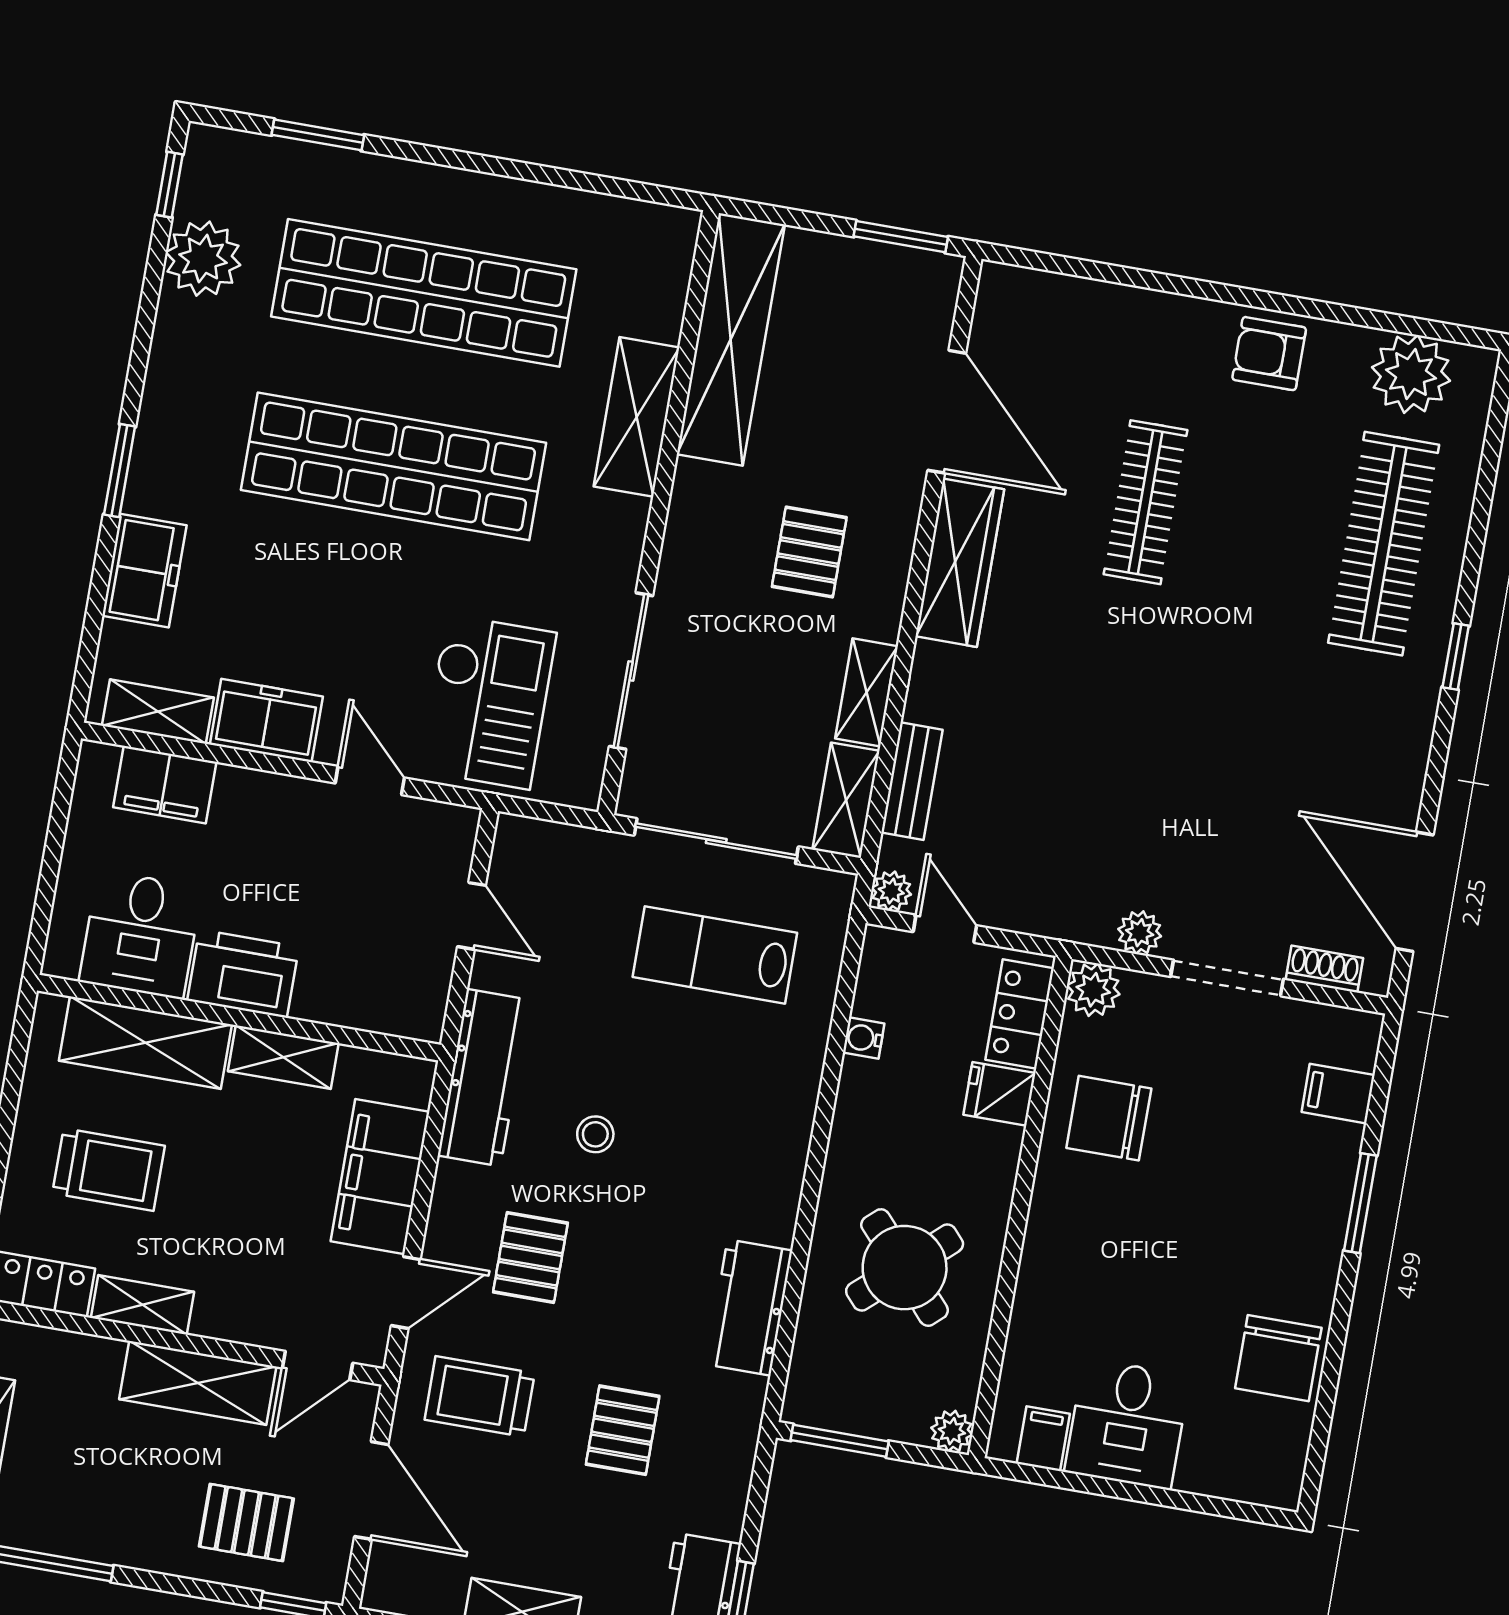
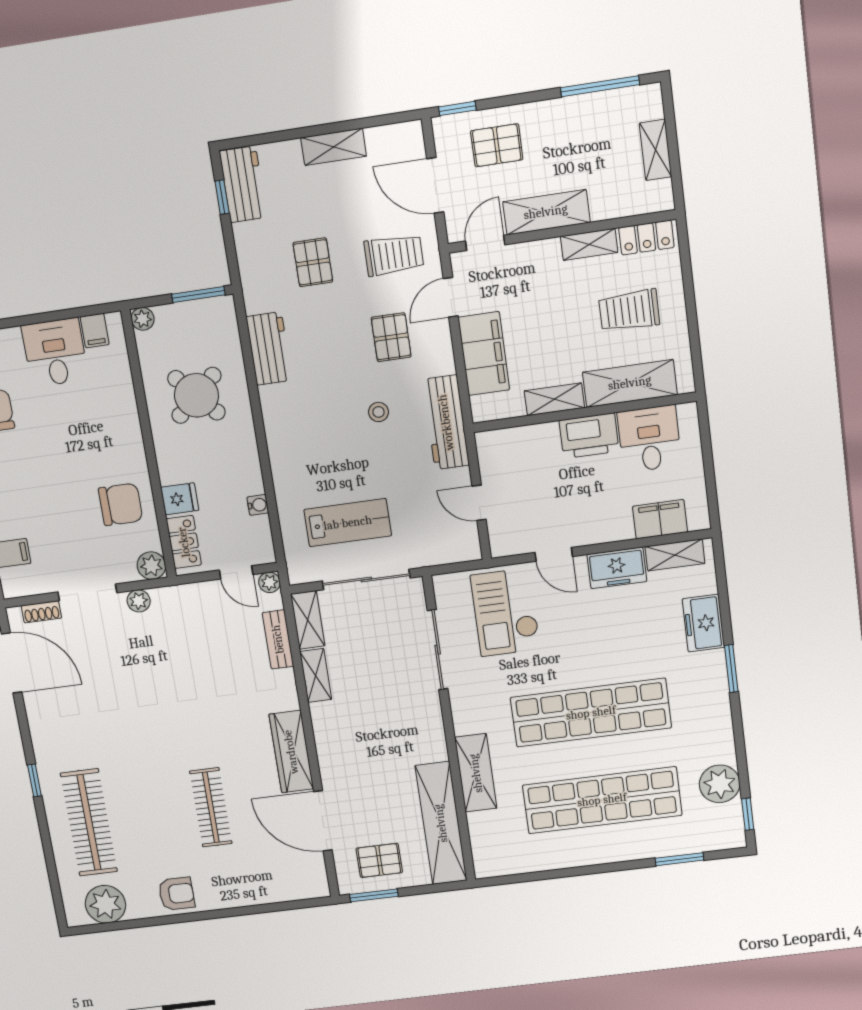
pallet: (809, 552) -> (379, 860), moved, turned 90

